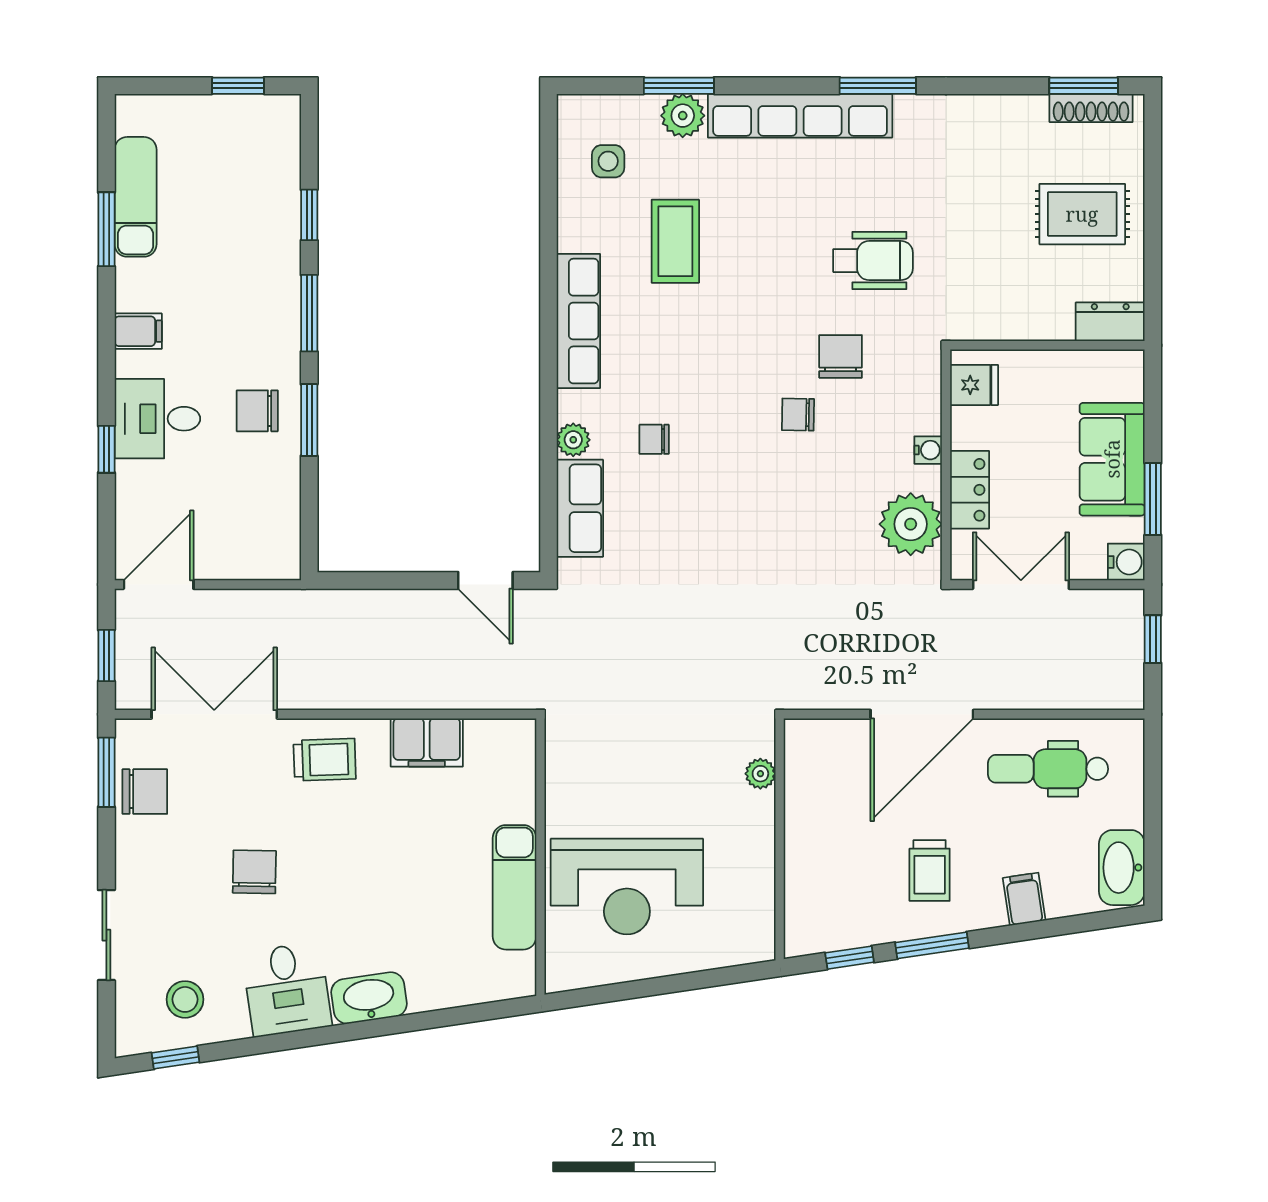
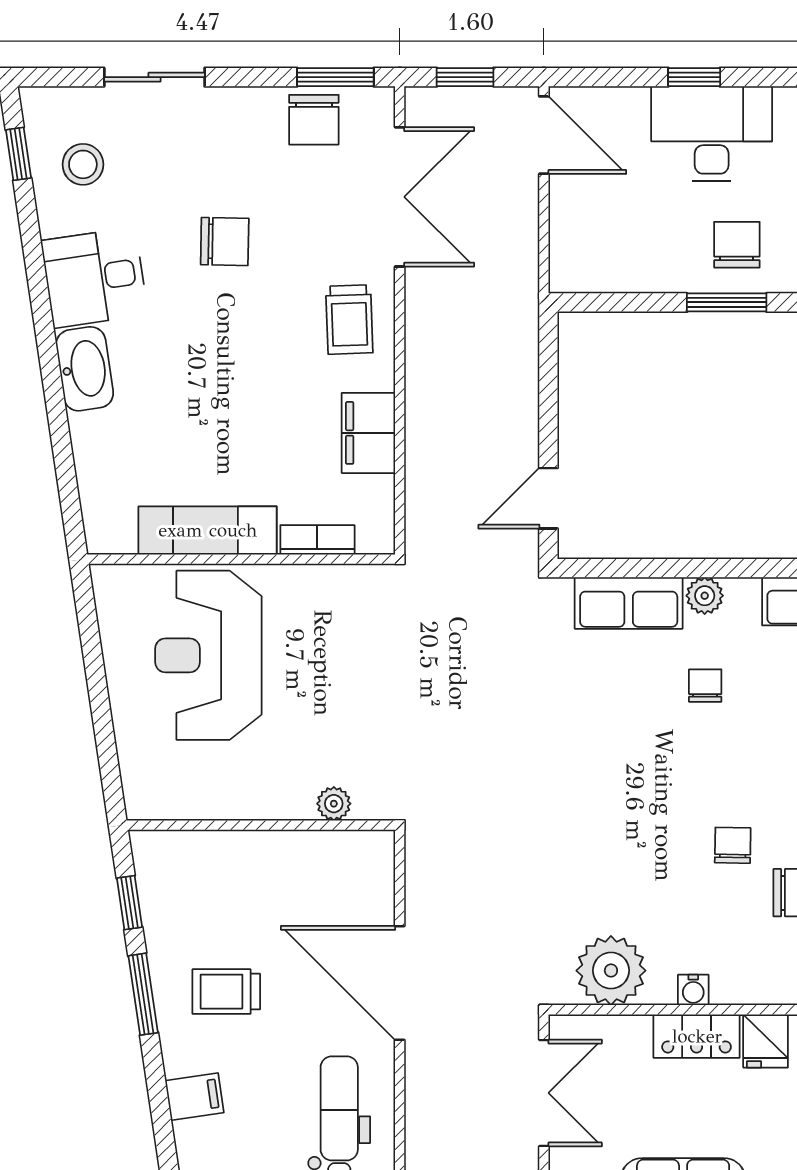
desk: (157, 419) -> (712, 134), width x1.37
locker: (970, 490) -> (697, 1036), moved
bookcase: (523, 788) -> (317, 540), added

